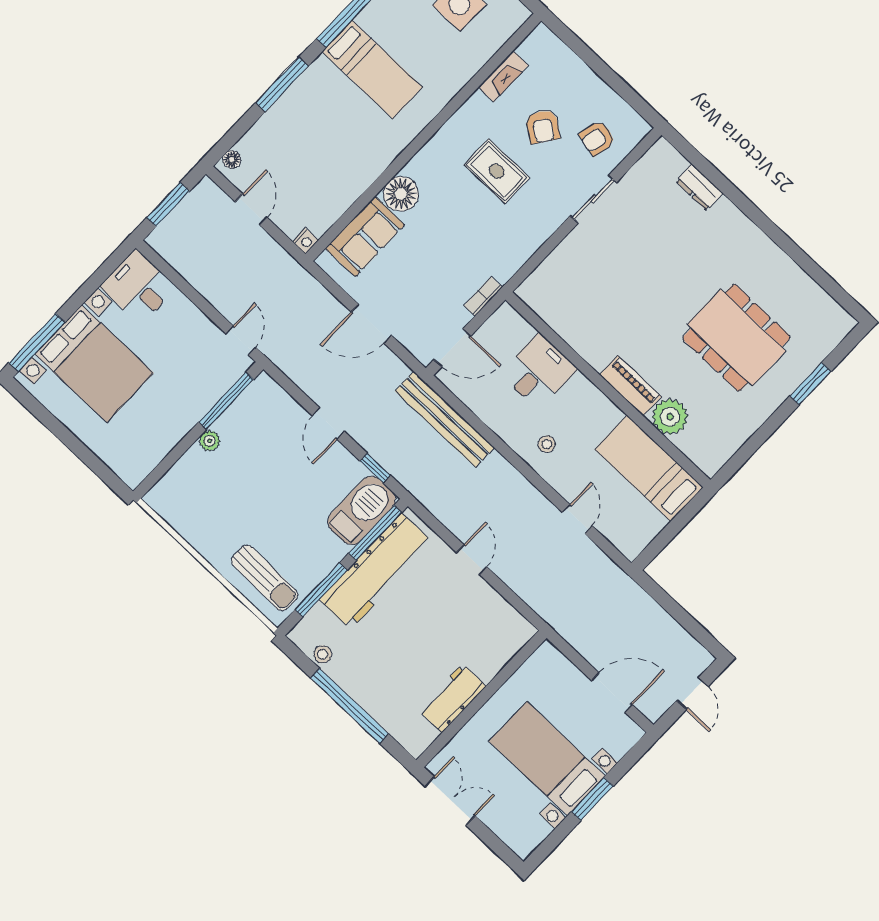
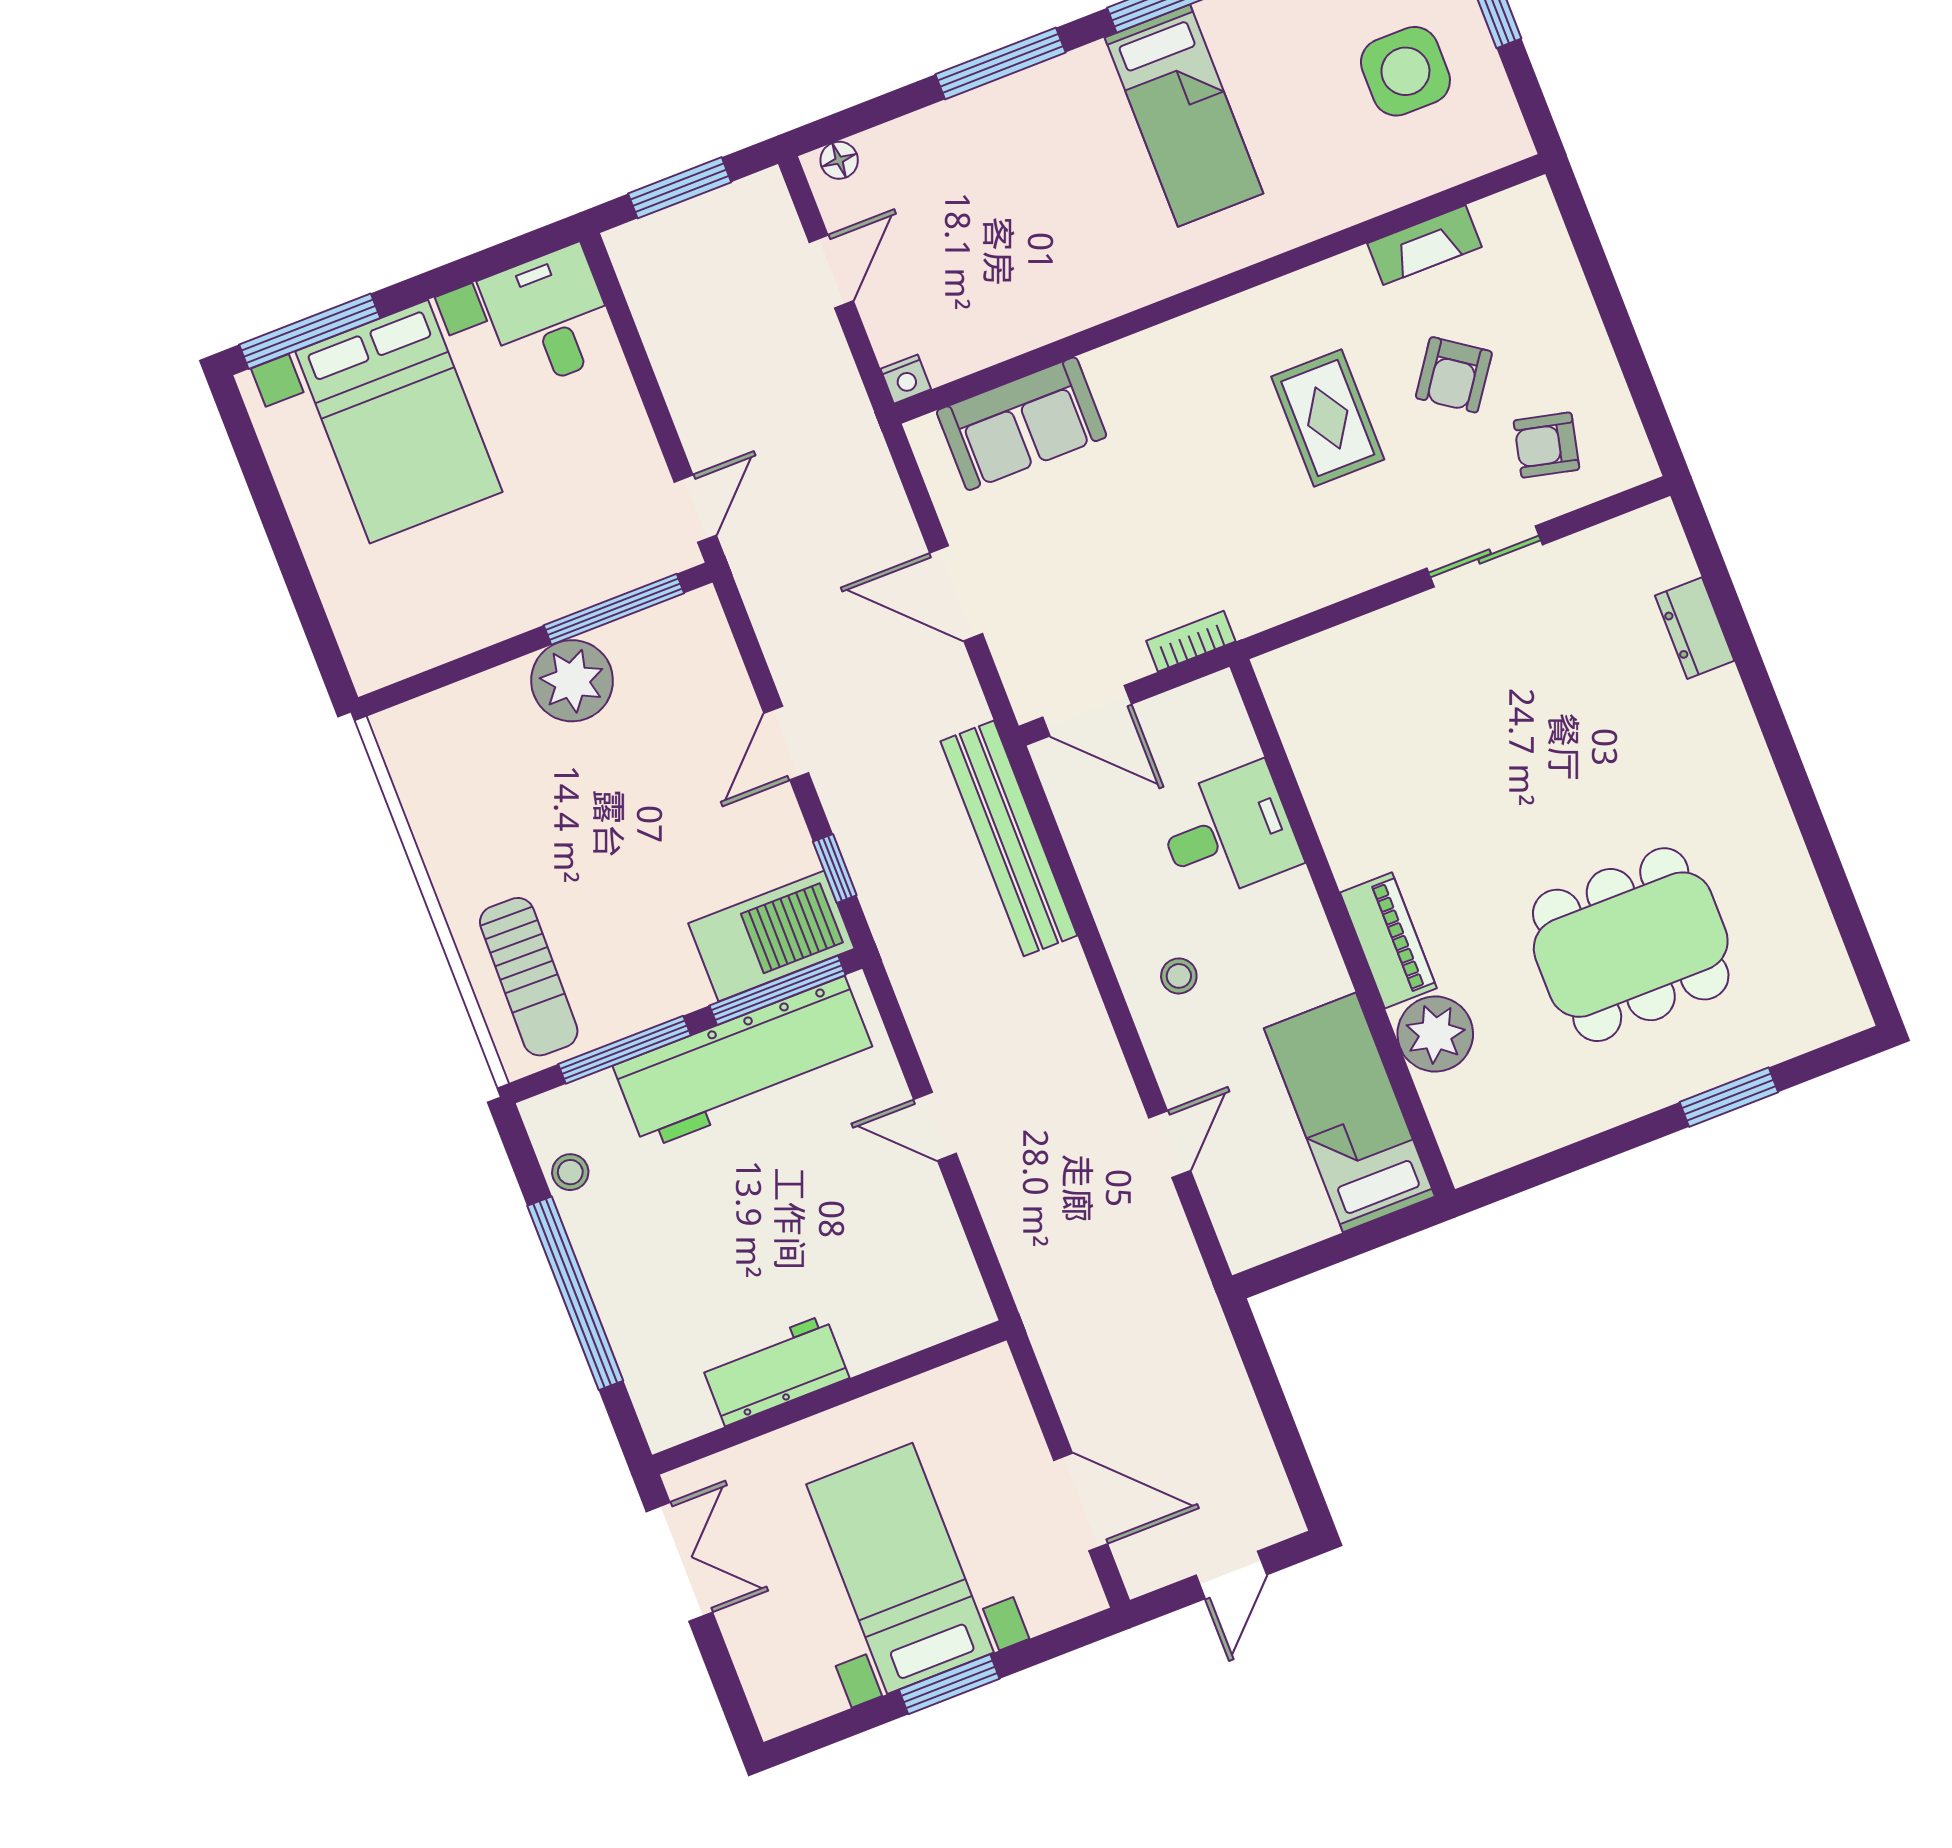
floor lamp: (401, 194) -> (1127, 375), removed
dining table: (736, 338) -> (1631, 945), turned 90
plant: (210, 441) -> (572, 681), width x1.88, depth x1.88
door: (472, 560) -> (935, 1127), swing flipped

